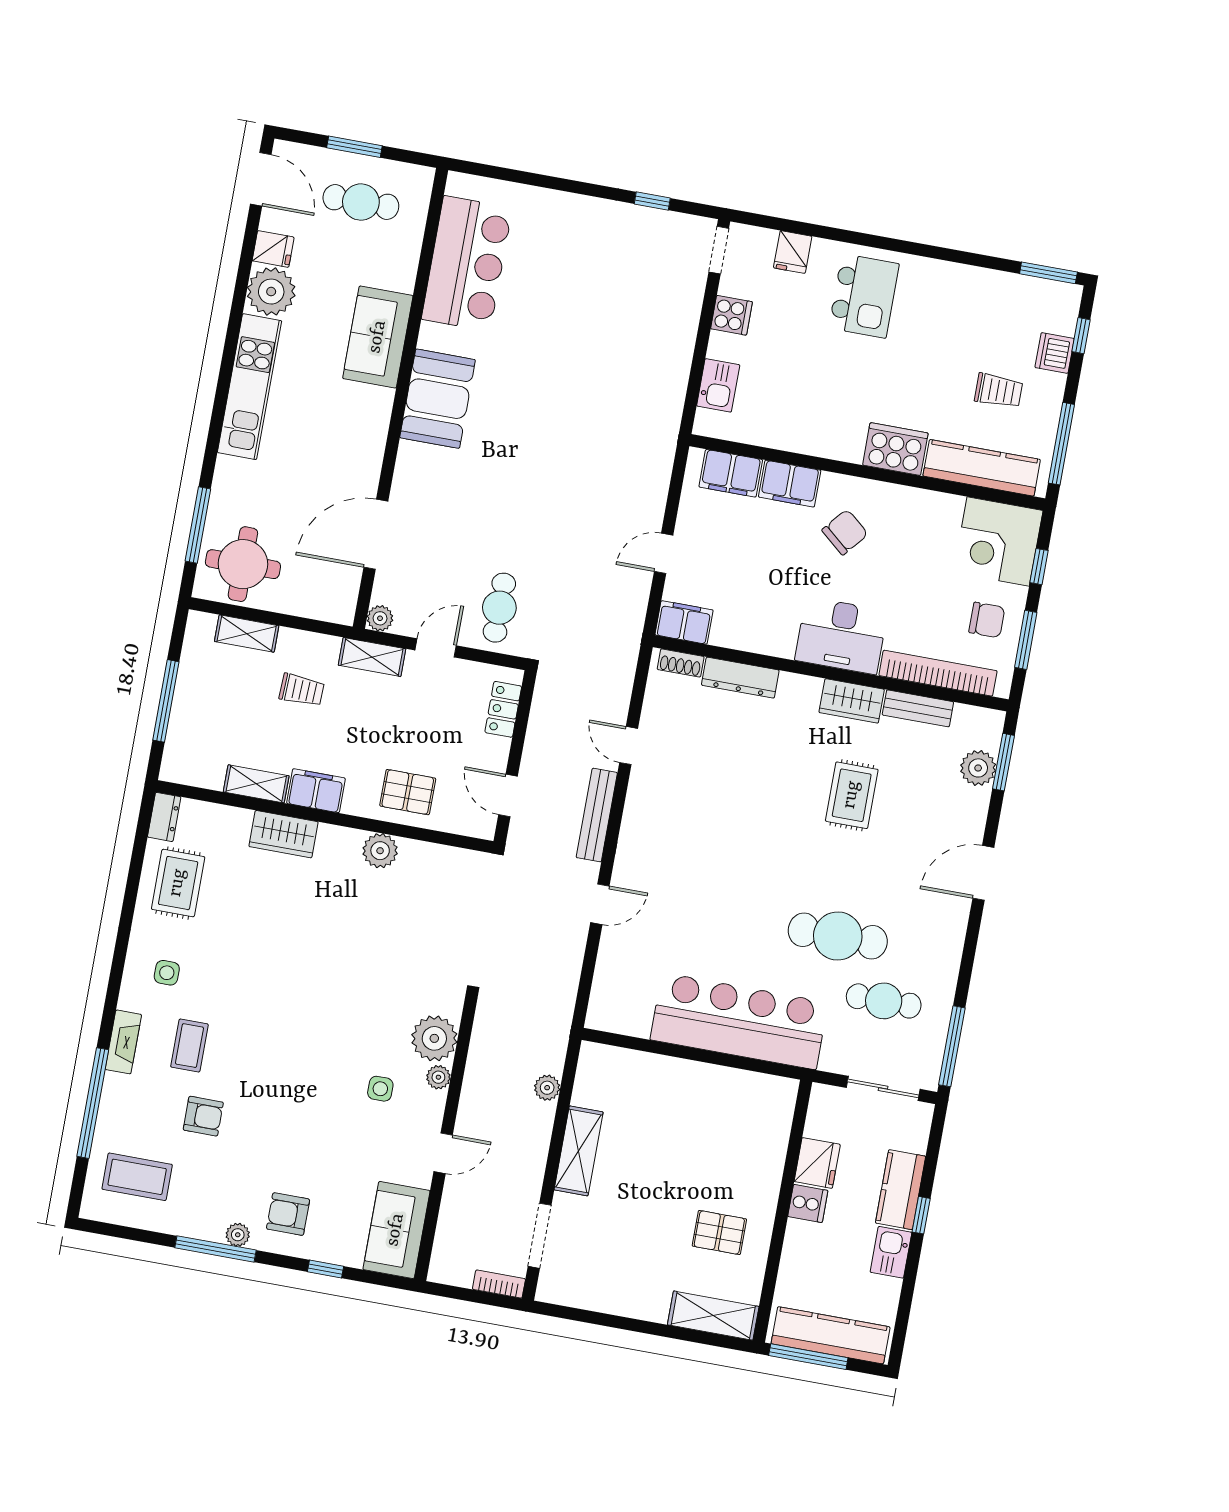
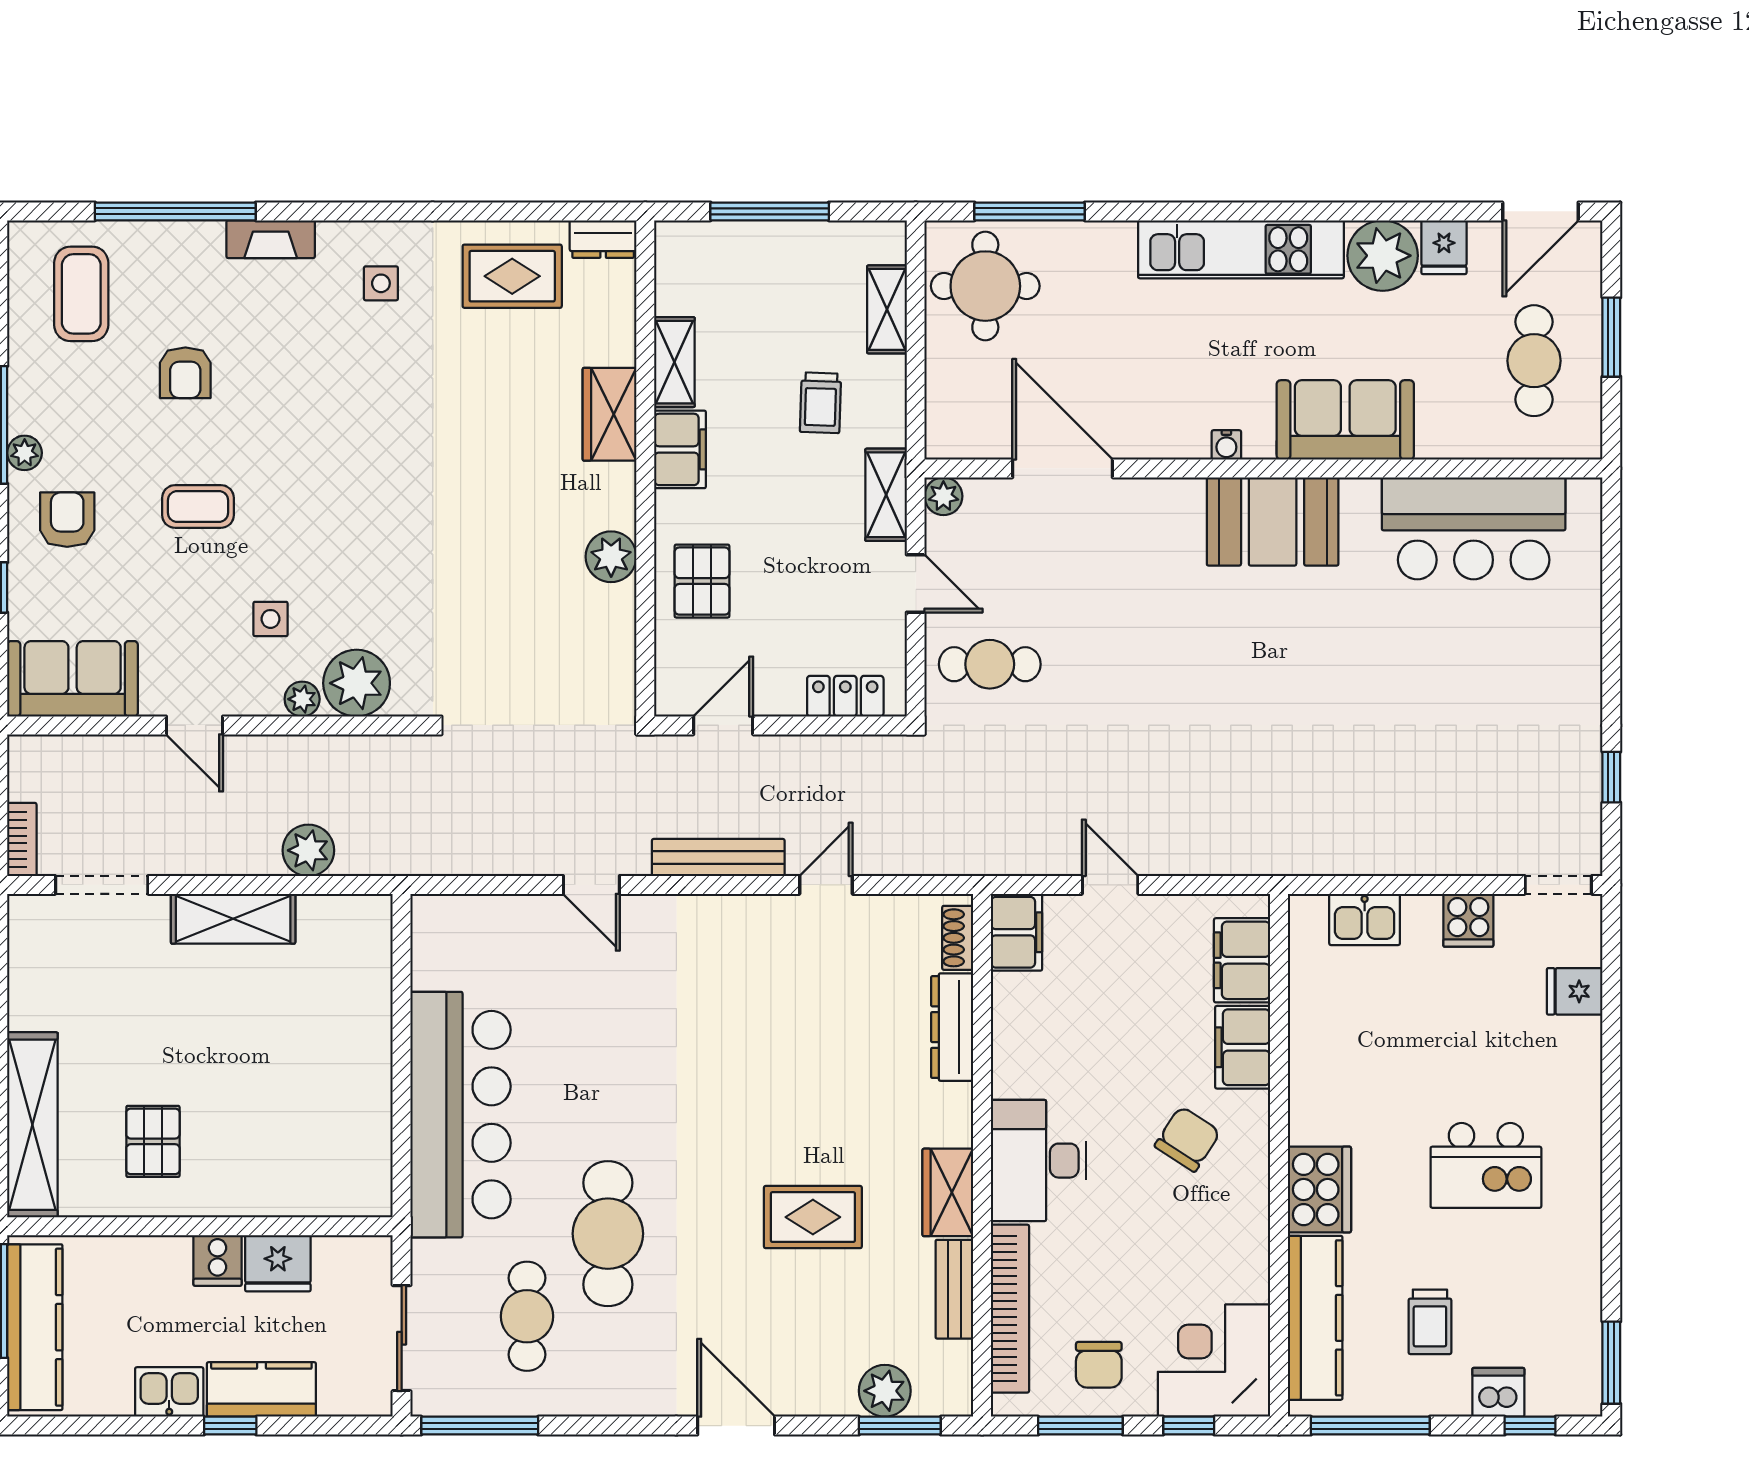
kitchen island: (864, 296) -> (1486, 1165), moved
water cooler: (380, 421) -> (1226, 445), added
chair: (845, 532) -> (1188, 1139), turned -97
coffee table: (189, 1046) -> (198, 506), moved
plant: (547, 1088) -> (308, 850), width x1.38, depth x1.38
shelving: (713, 1316) -> (32, 1125), width x1.47

